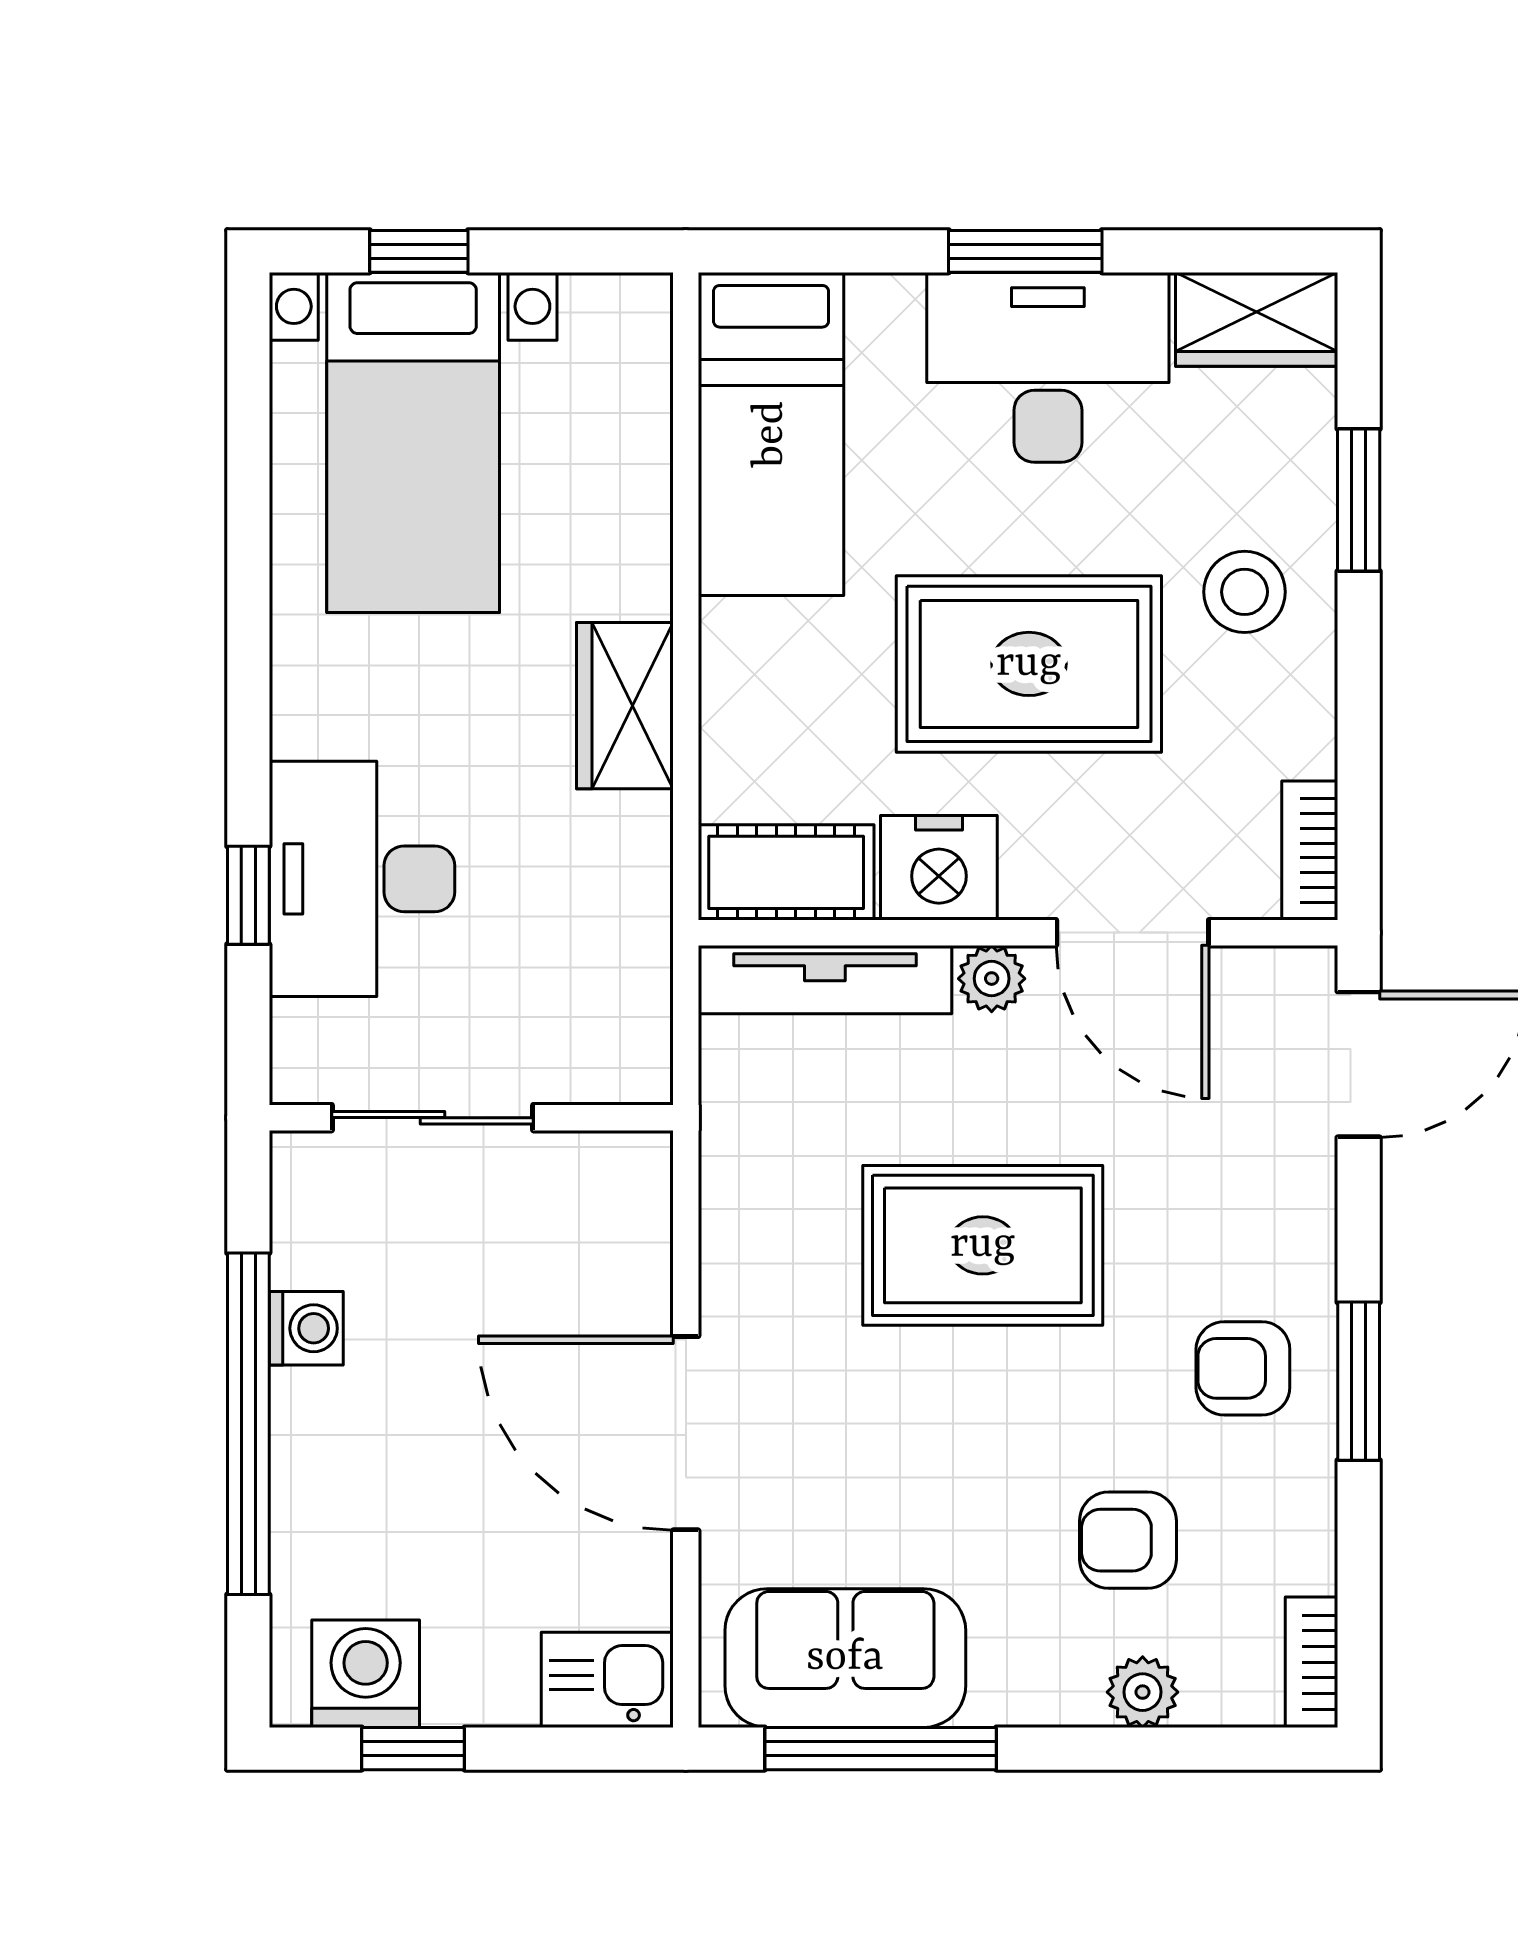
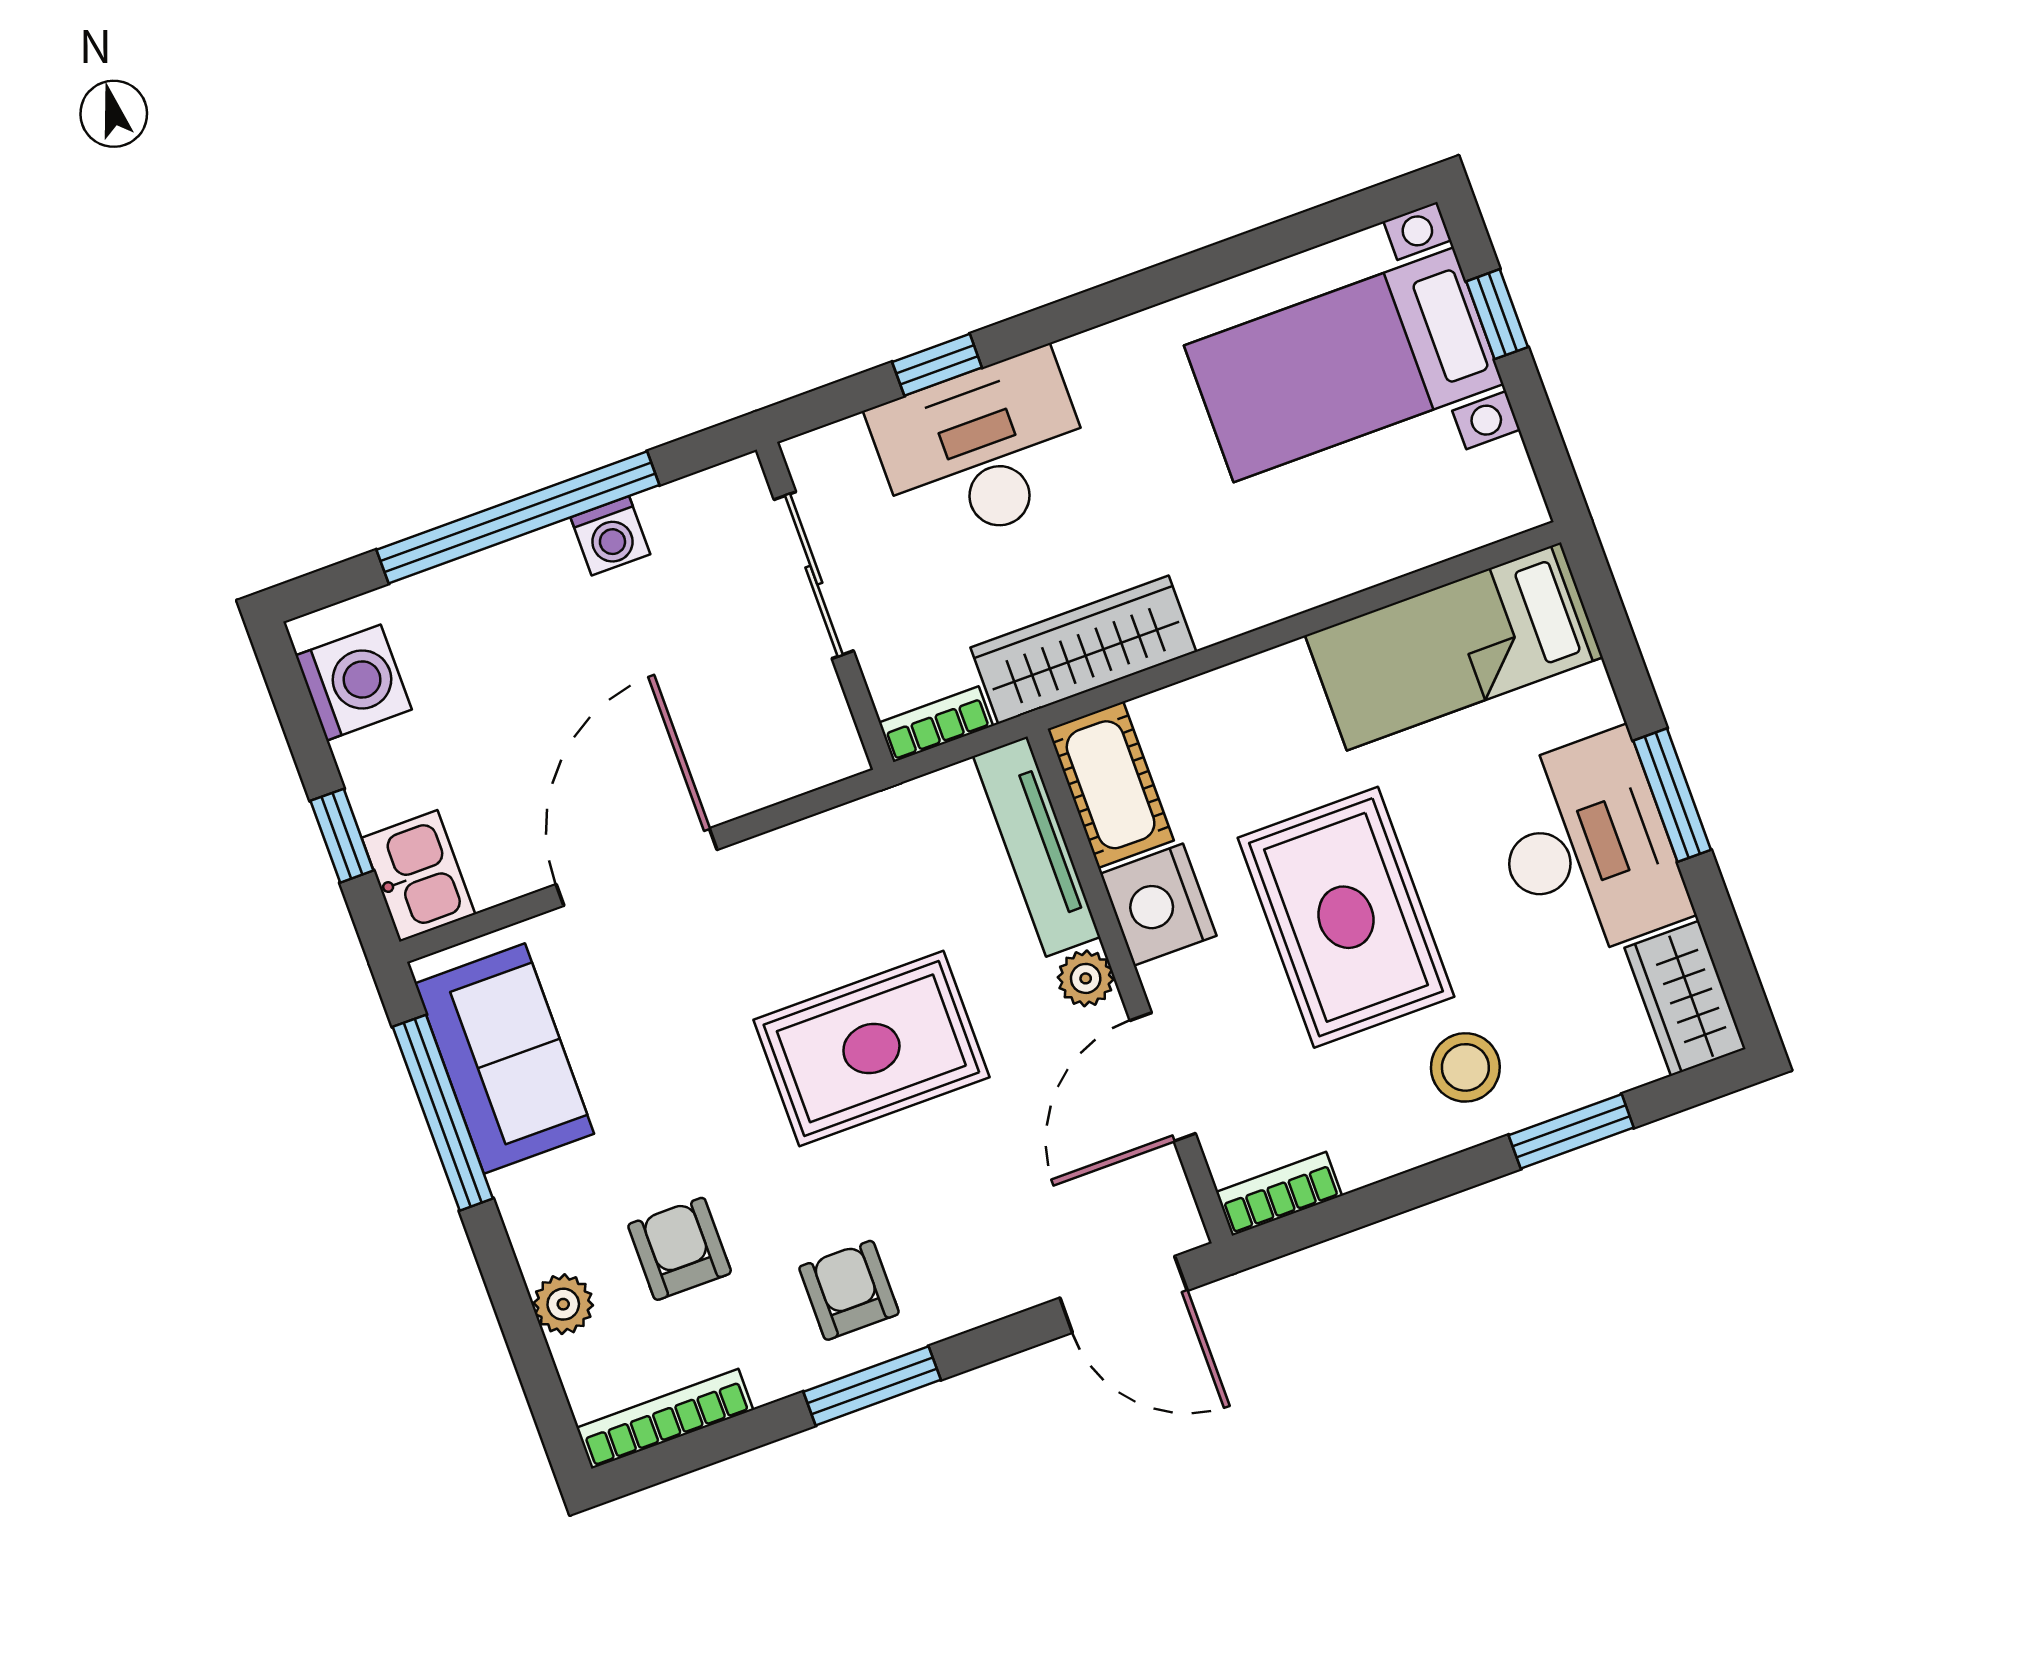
wardrobe: (625, 706) -> (1083, 650), moved, width x1.50
bookcase: (648, 1042) -> (936, 724), added
rug: (983, 1245) -> (871, 1048), turned 90
bookcase: (1311, 1662) -> (665, 1419), width x1.56
window: (413, 1749) -> (342, 836), moved

